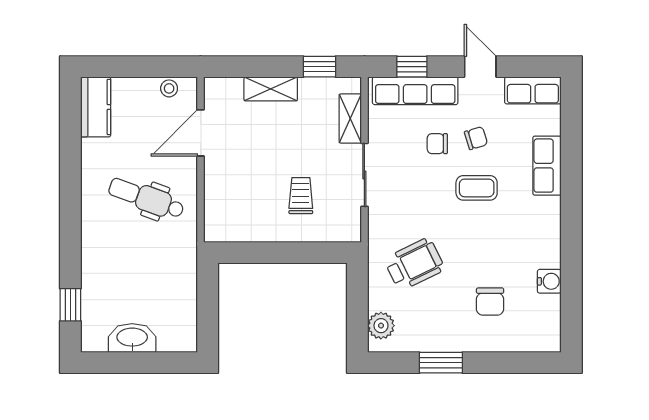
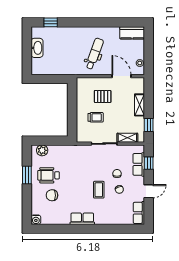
row of seats: (415, 91) -> (139, 164), width x0.68
row of seats: (547, 166) -> (82, 219), moved
pallet: (250, 179) -> (103, 96), added
wheelchair: (414, 264) -> (49, 175), moved, turned 116
water cooler: (549, 281) -> (36, 220), moved

